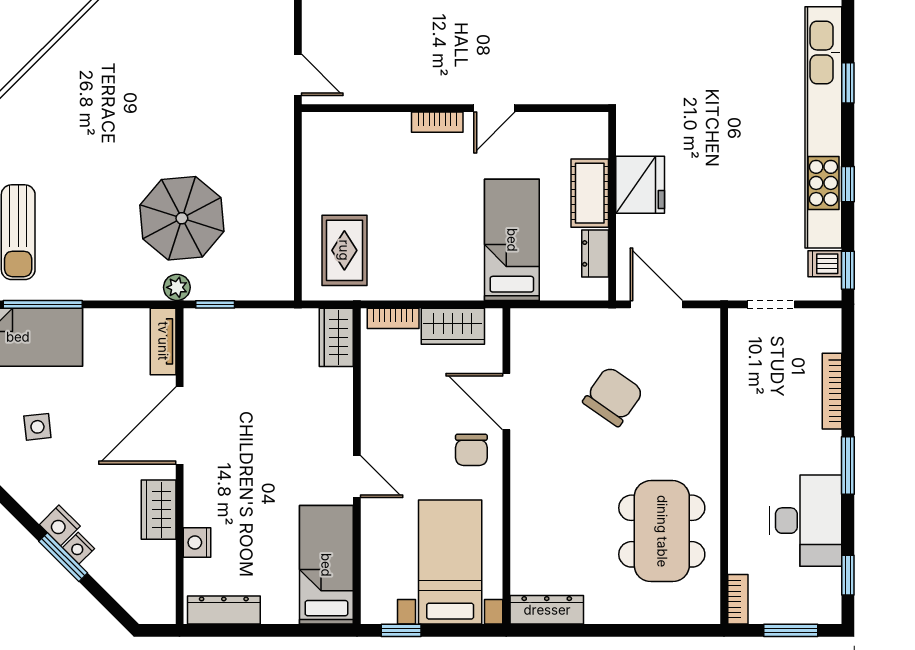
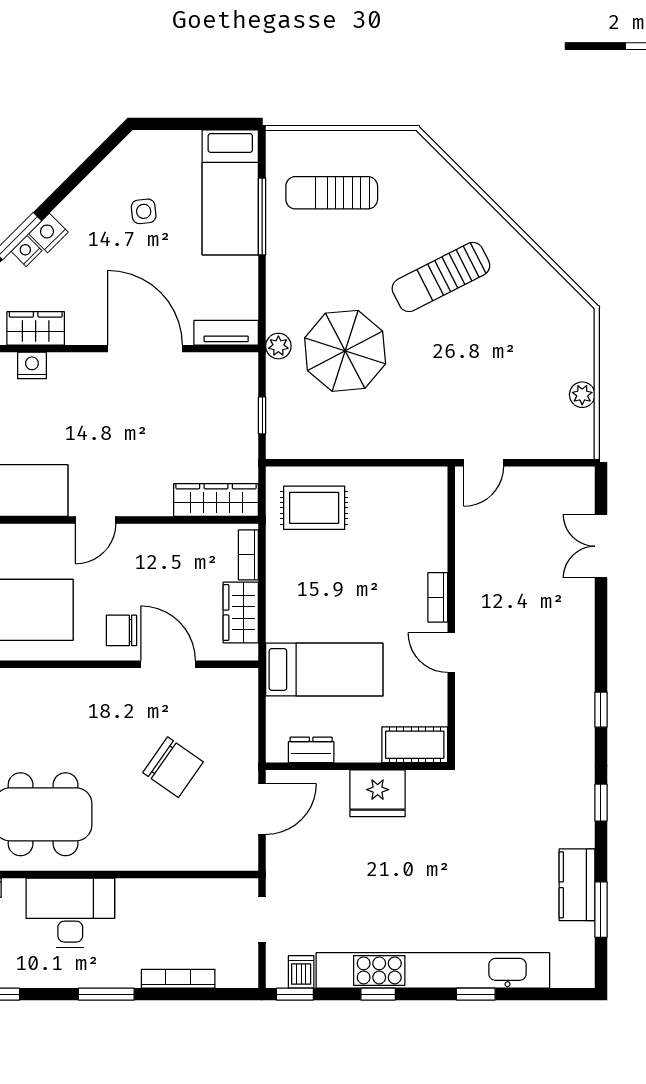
sun lounger: (105, 119) -> (441, 277), added
cot: (590, 193) -> (415, 745), moved
window: (215, 304) -> (262, 415), moved
wardrobe: (336, 337) -> (216, 500), width x1.50
door: (506, 402) -> (168, 664), hinge flipped
wardrobe: (159, 510) -> (36, 328), moved
desk: (806, 521) -> (70, 913), moved, turned 180

